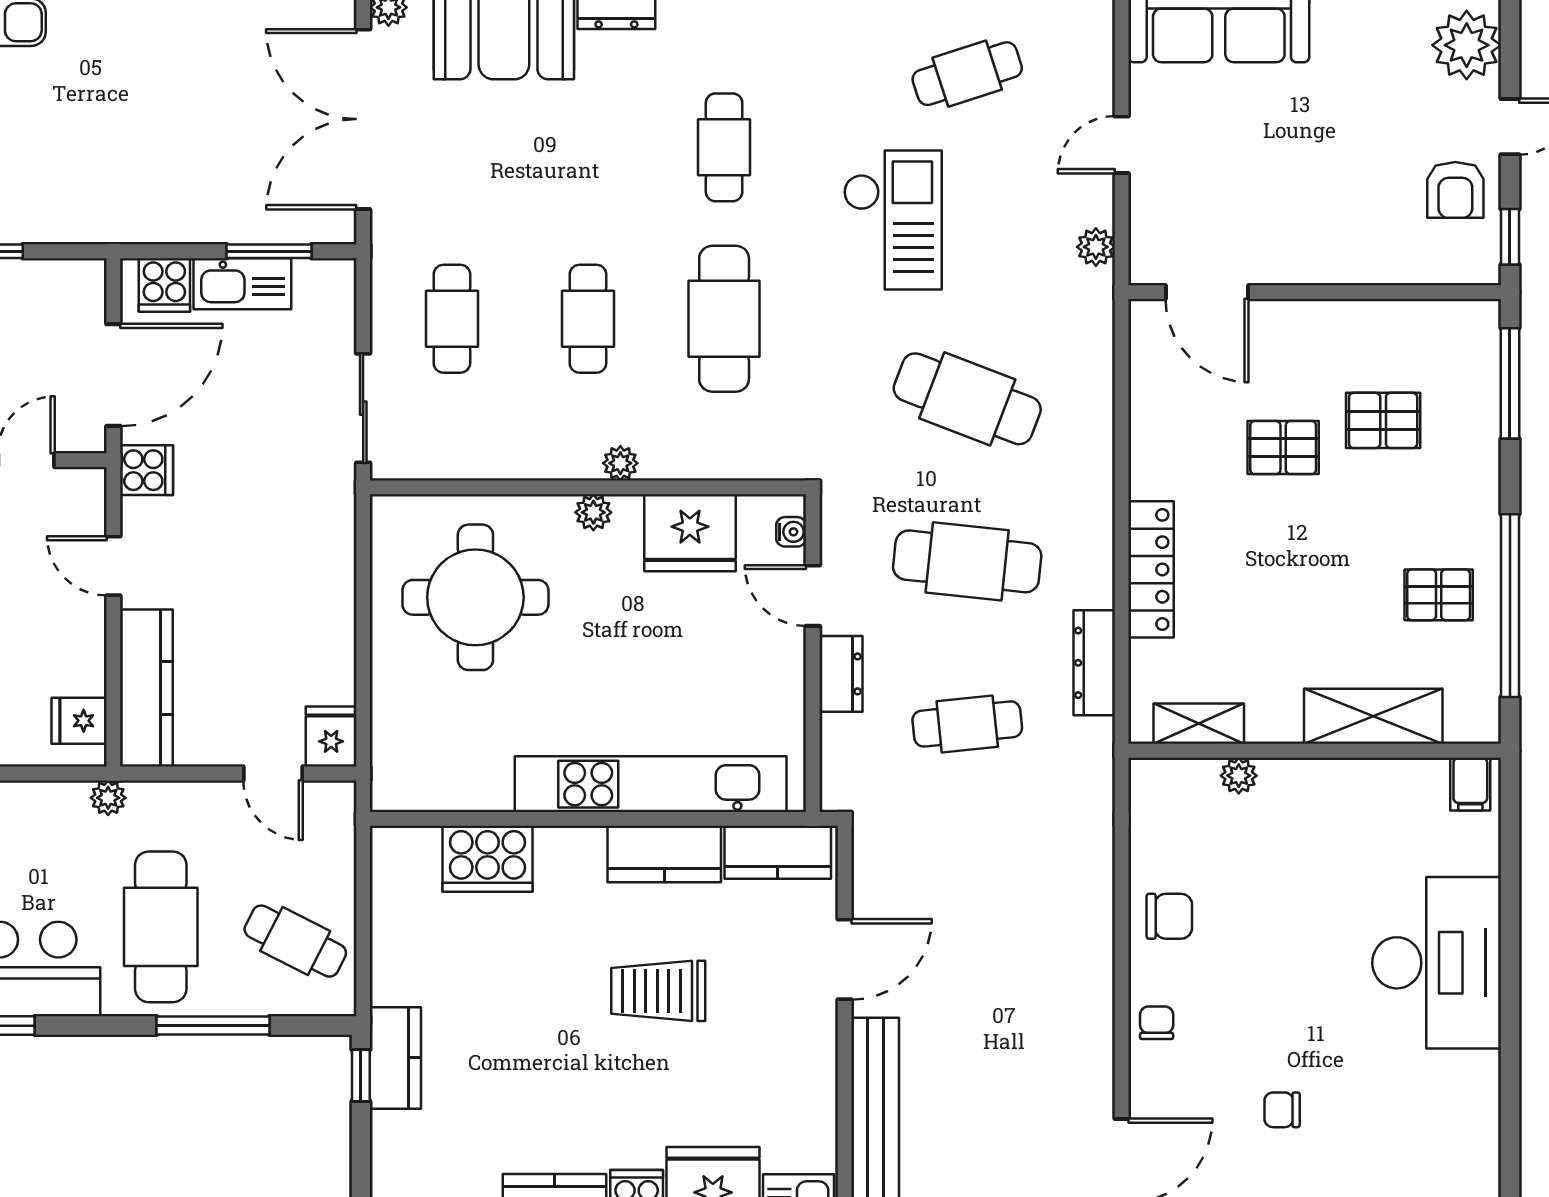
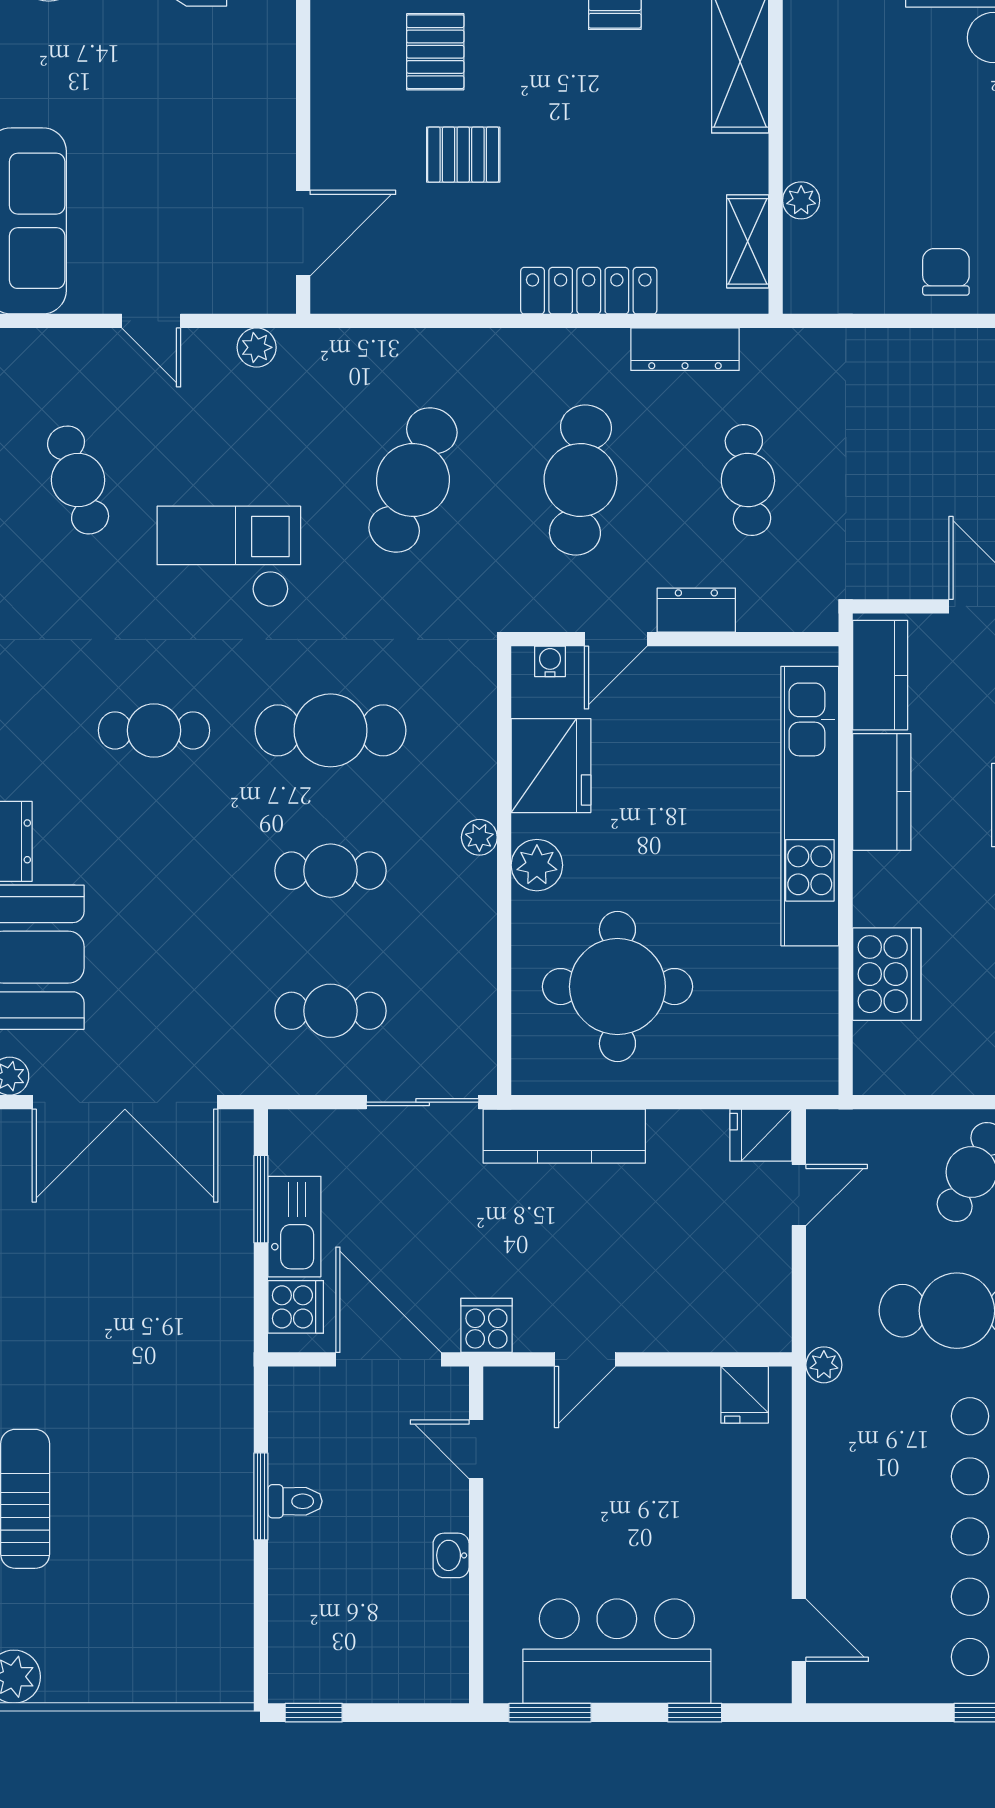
pallet: (1283, 448) -> (463, 155), turned 90
plant: (593, 512) -> (537, 865), width x1.38, depth x1.38
kitchen counter: (146, 688) -> (564, 1136), moved, turned 180

